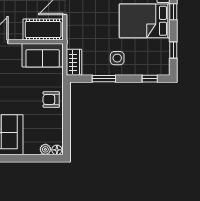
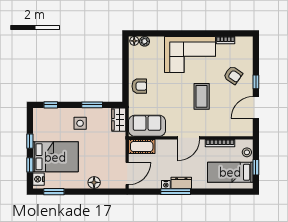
cot: (43, 29) -> (142, 147), width x0.73, depth x0.75
window: (173, 50) -> (30, 141), moved

